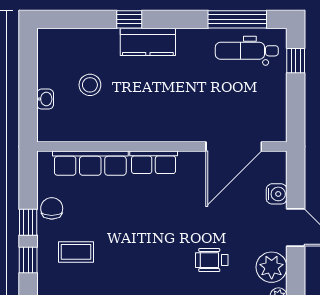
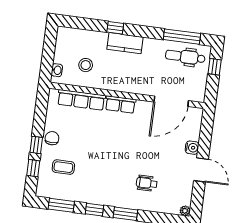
wall: (162, 146) -> (127, 95), moved
door: (234, 146) -> (171, 101), moved
row of seats: (154, 162) -> (120, 104), moved
row of seats: (90, 163) -> (81, 100), moved
plant: (272, 267) -> (183, 192), removed

